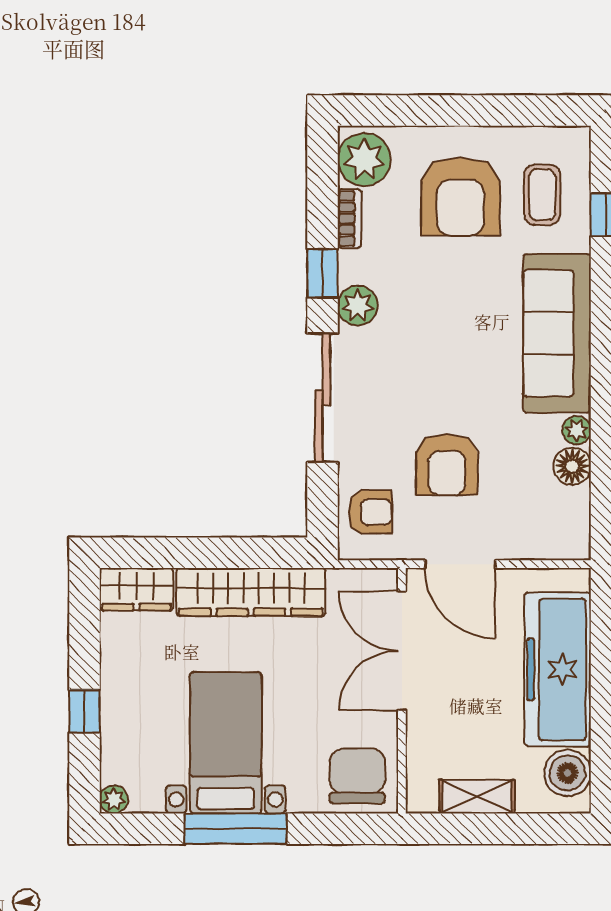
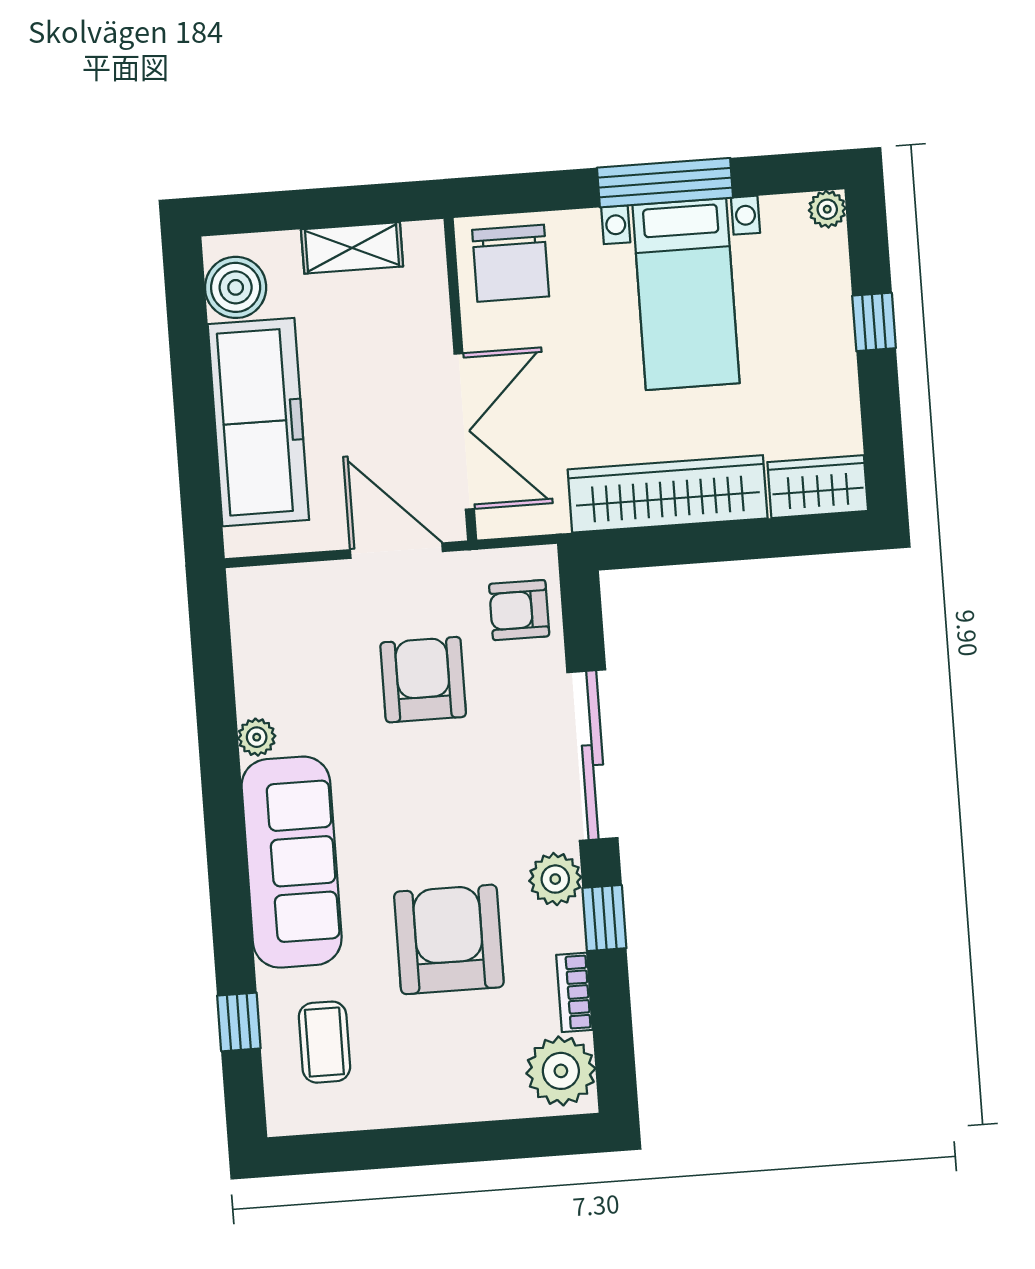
armchair: (460, 197) -> (449, 939), moved
floor lamp: (572, 466) -> (259, 690), removed

